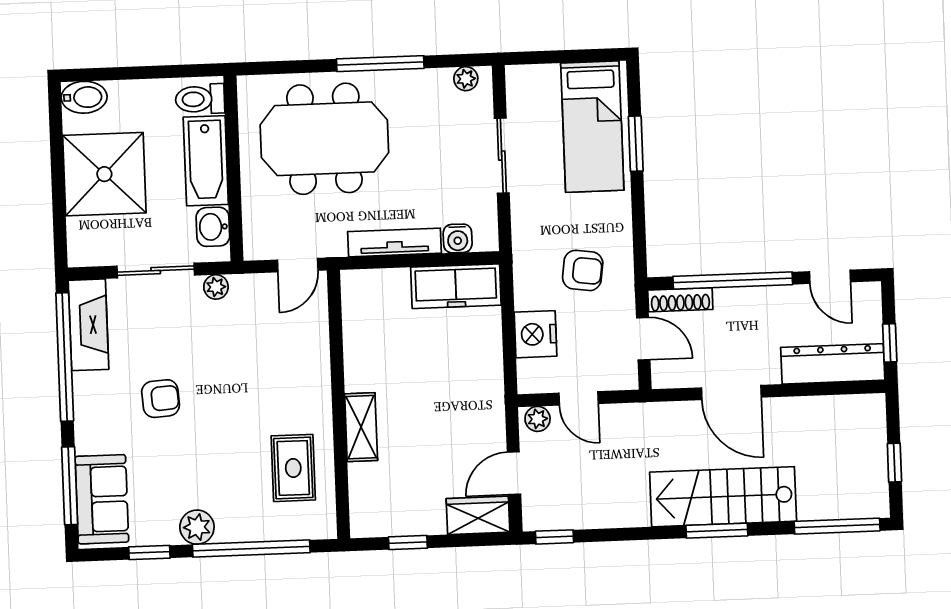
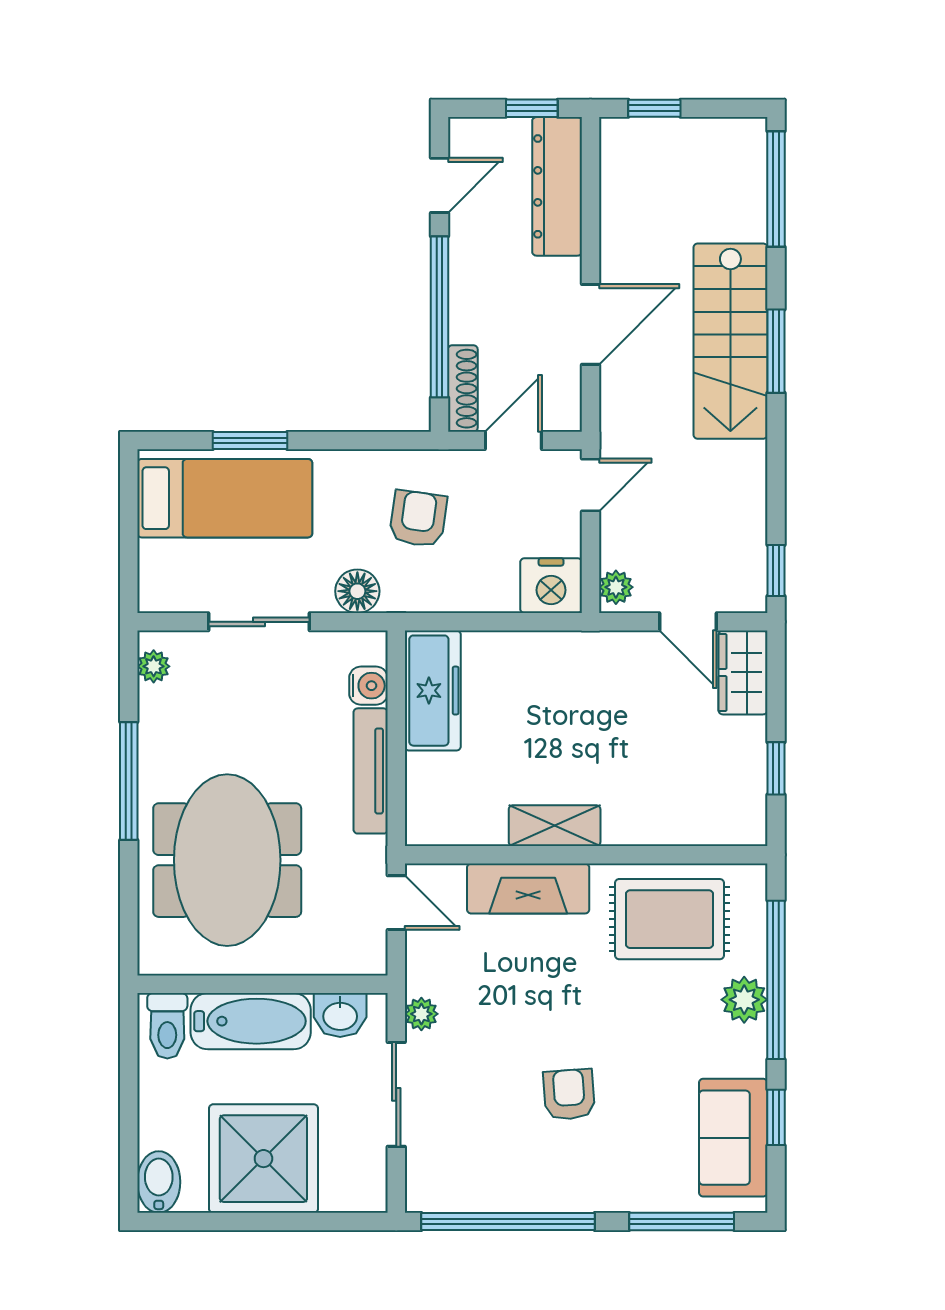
floor lamp: (527, 227) -> (357, 591), added
fireplace: (88, 325) -> (528, 889), moved, turned 180
nightstand: (535, 334) -> (551, 586), moved
door: (579, 398) -> (590, 485), moved
shelving: (361, 427) -> (555, 826), moved
window: (894, 463) -> (654, 108), moved
rug: (293, 468) -> (670, 919), width x1.36, depth x1.43
sofa: (102, 499) -> (733, 1138), moved, turned -90
plant: (197, 527) -> (744, 1000), moved

